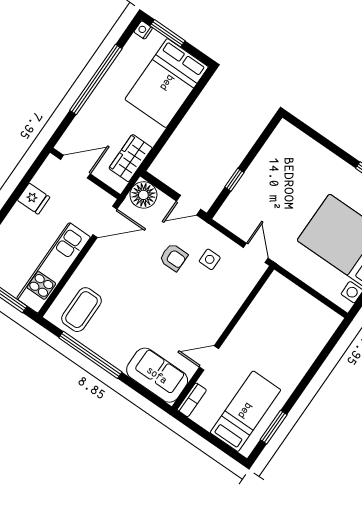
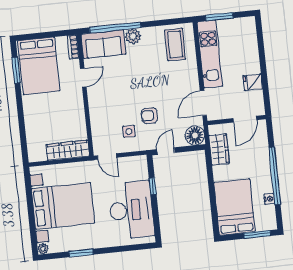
nightstand: (143, 30) -> (269, 199), moved
desk: (279, 174) -> (131, 210), added
wardrobe: (292, 295) -> (68, 150), added
window: (90, 355) -> (115, 28), moved
plant: (119, 356) -> (133, 36), added
bed: (245, 411) -> (39, 66), width x1.50

